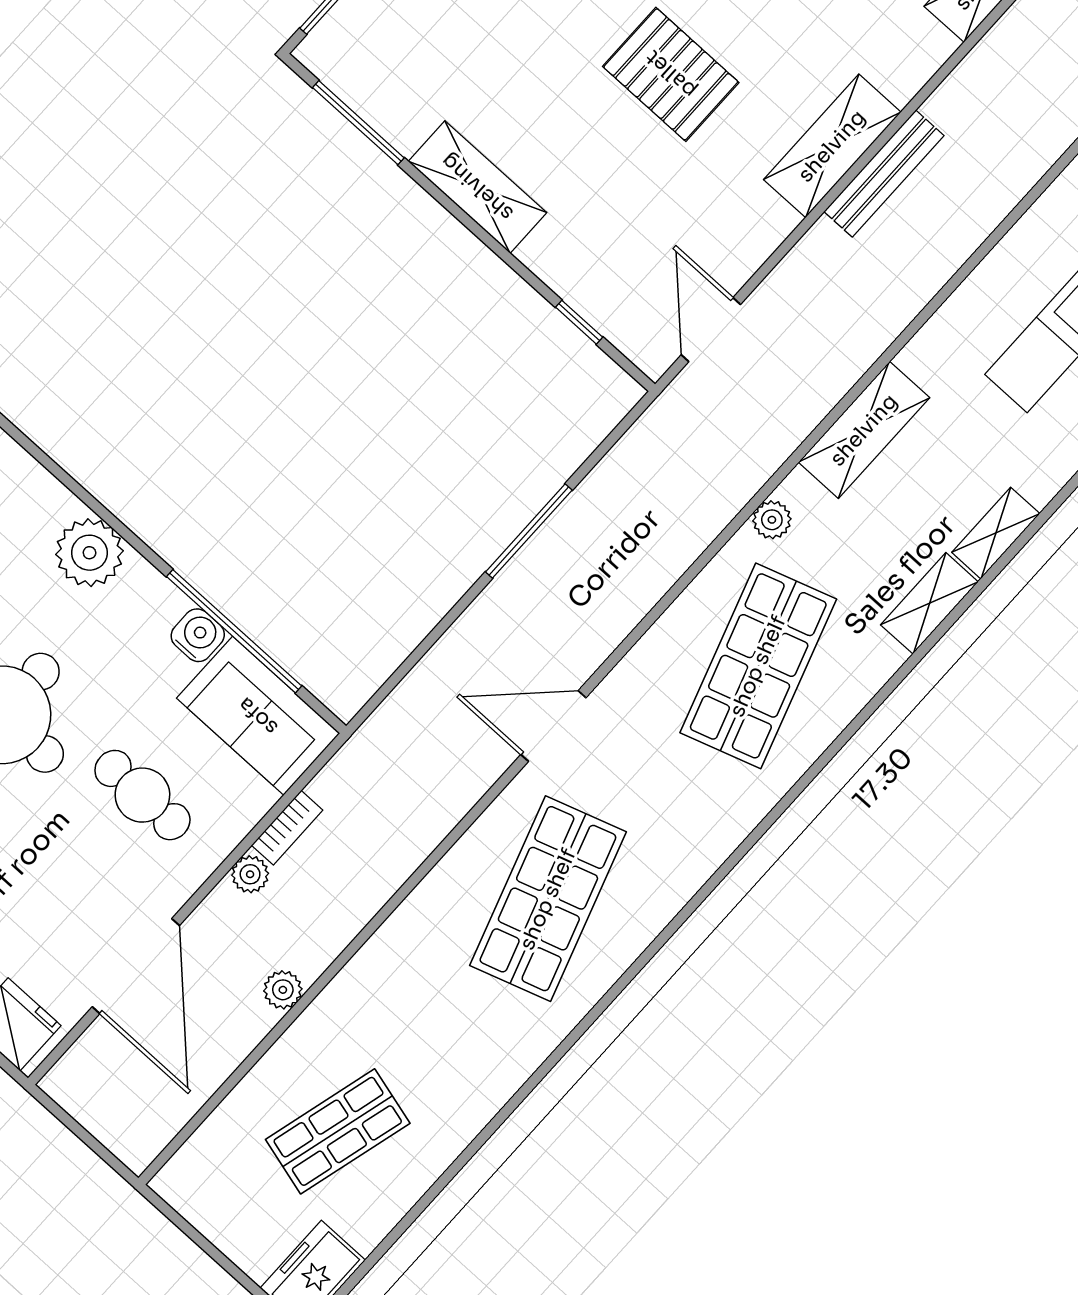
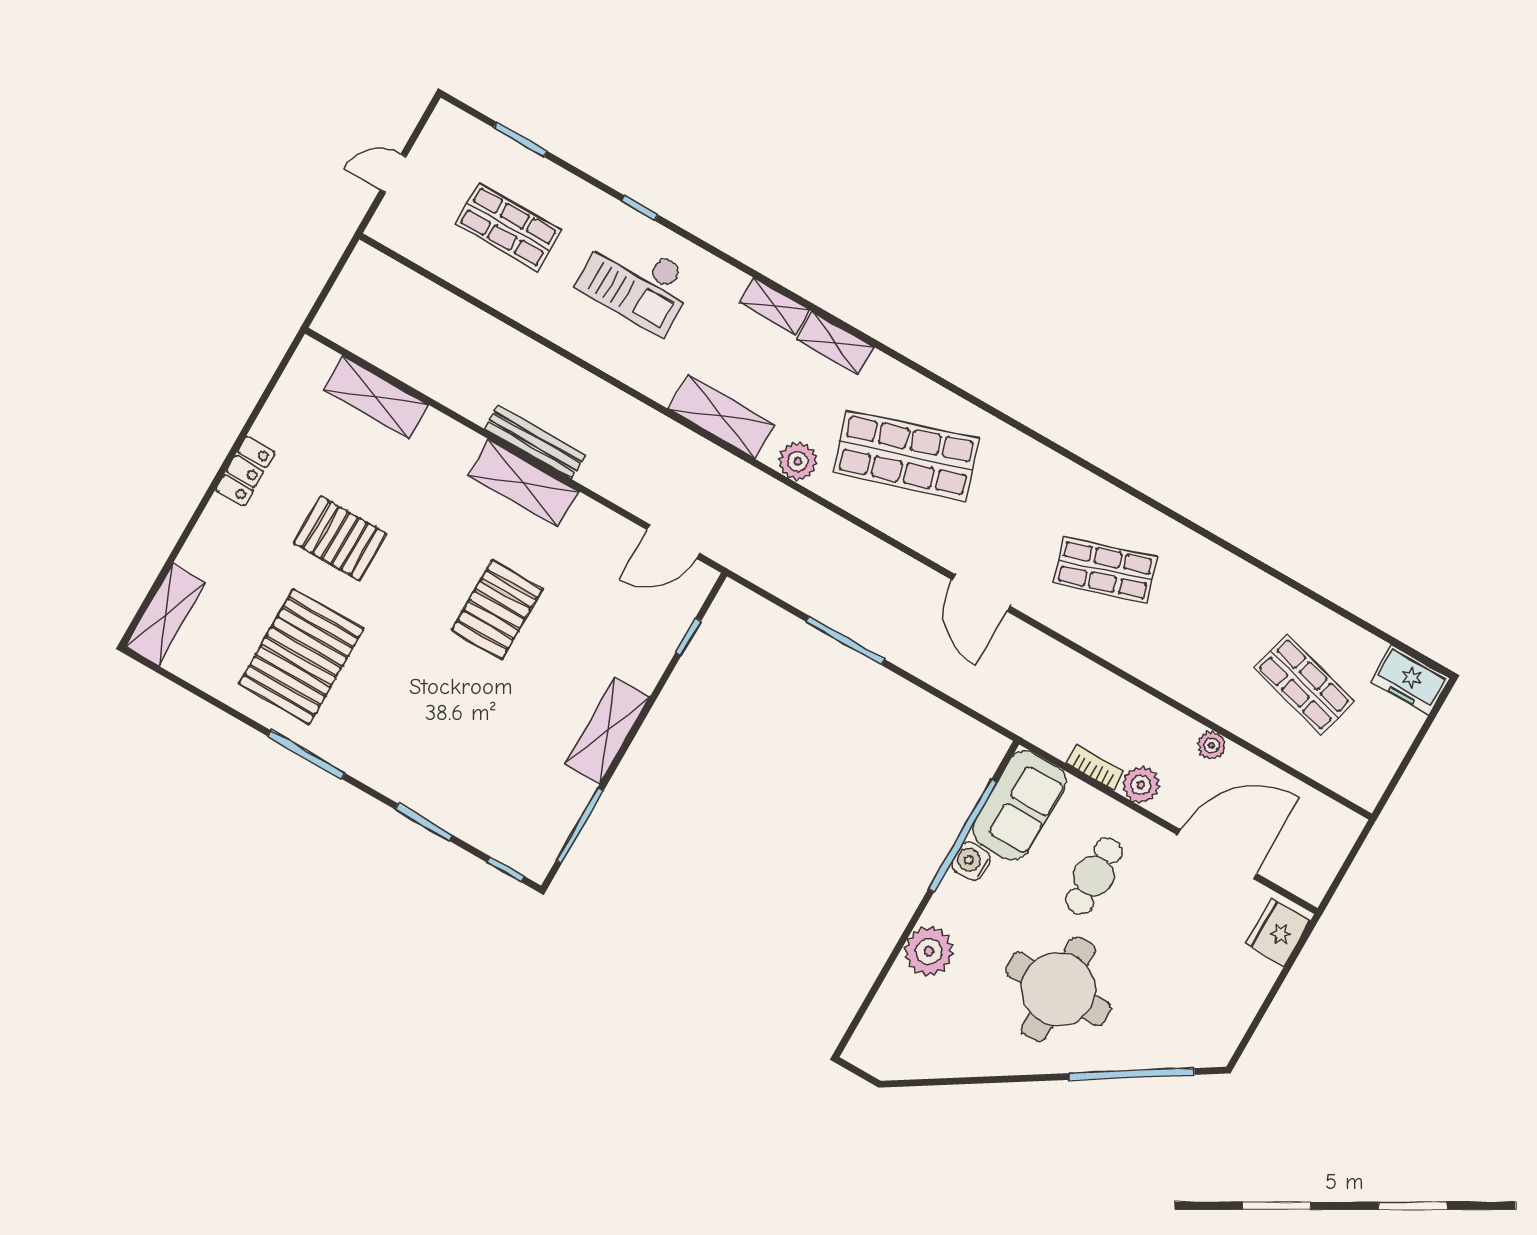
plant: (772, 520) -> (798, 461), width x1.38, depth x1.38
plant: (250, 874) -> (1141, 785), width x1.38, depth x1.38
shop shelf: (548, 899) -> (1105, 570), width x0.70, depth x0.74

